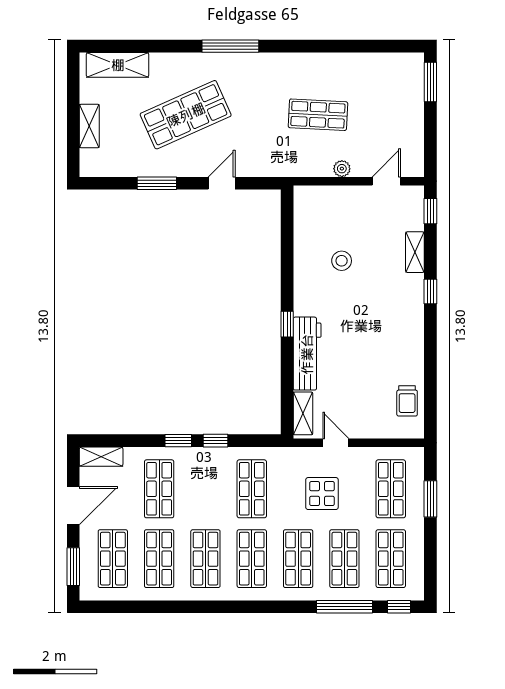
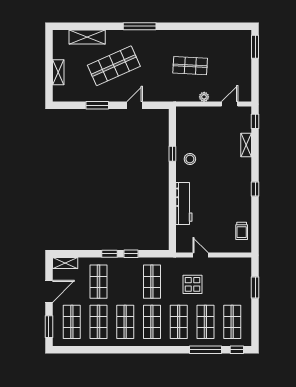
shelving: (118, 65) -> (87, 37), moved
stool: (342, 261) -> (190, 159), moved
window: (430, 291) -> (255, 189), moved
window: (287, 324) -> (172, 154), moved
shelving: (303, 413) -> (182, 238), removed
shop shelf: (391, 489) -> (232, 282), removed

